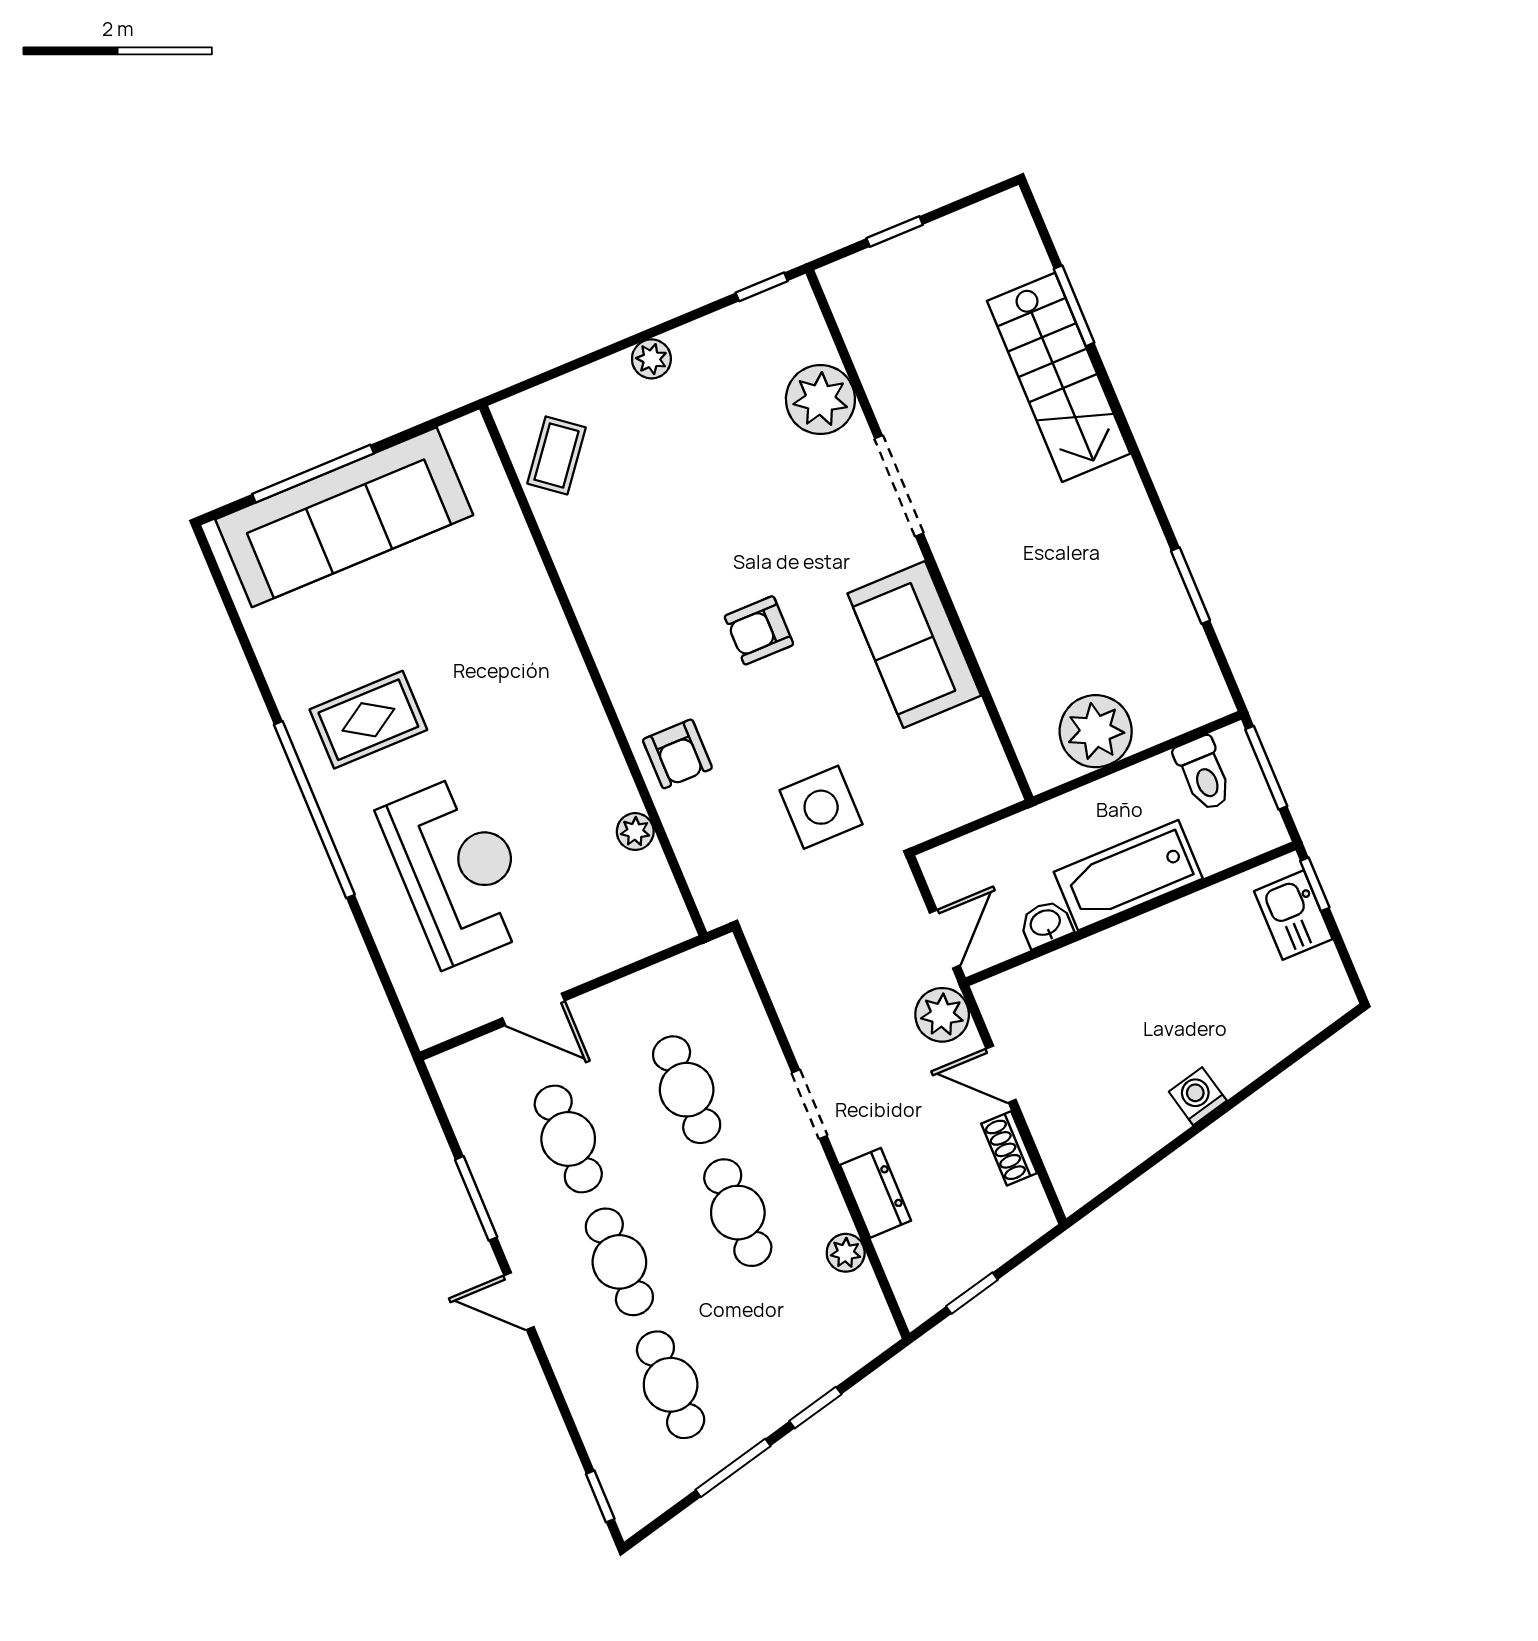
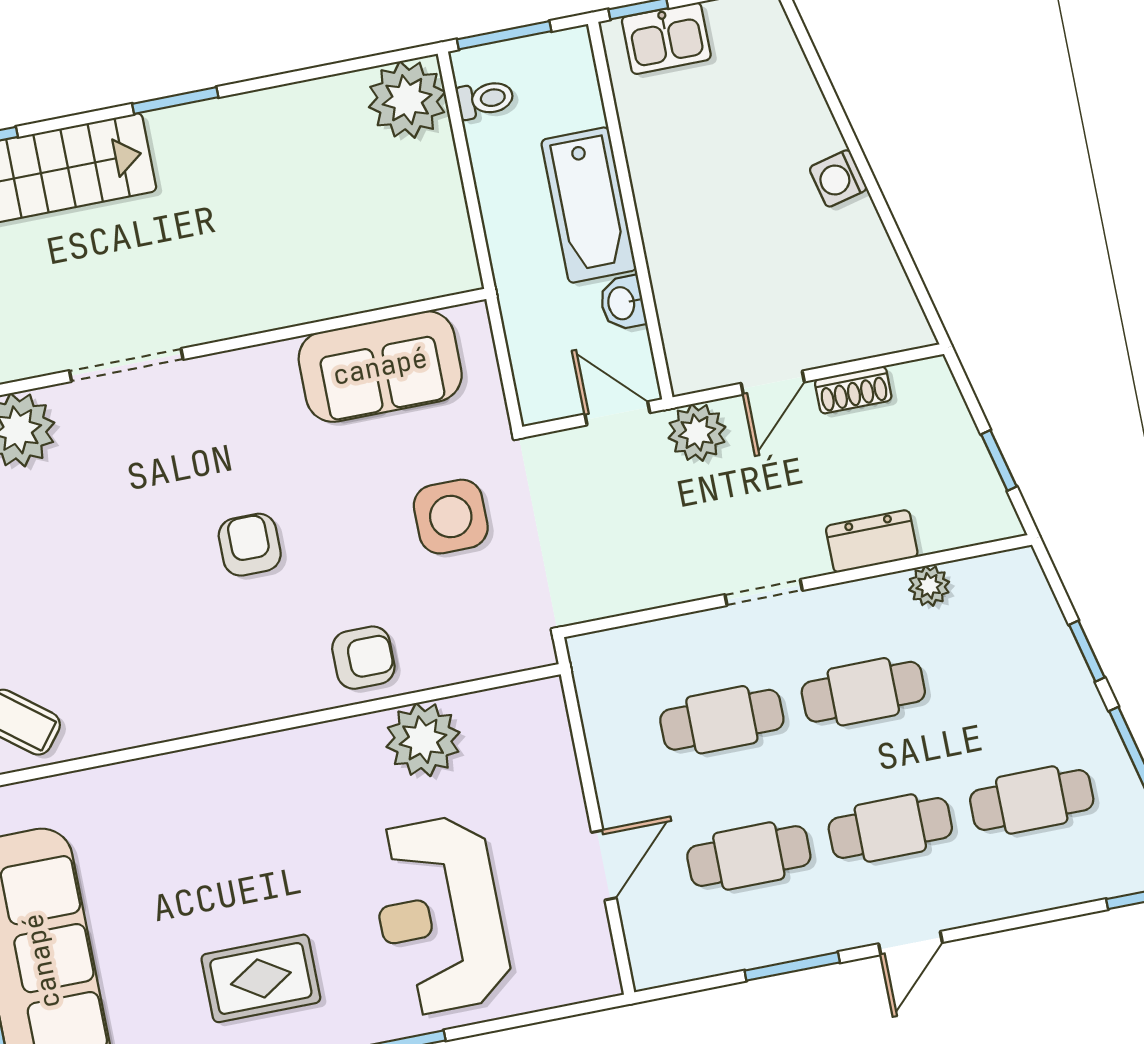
window: (1190, 586) -> (175, 100), moved
armchair: (759, 630) -> (250, 545), turned 180
sofa: (914, 645) -> (380, 366), moved
rug: (368, 720) -> (261, 978), turned 90
plant: (1096, 731) -> (407, 100), moved
toilet: (1204, 774) -> (485, 99), width x0.73, depth x0.72
plant: (635, 832) -> (423, 740), width x1.88, depth x1.88
reception desk: (458, 870) -> (439, 915), turned -90

